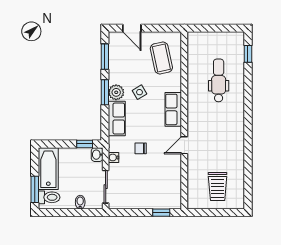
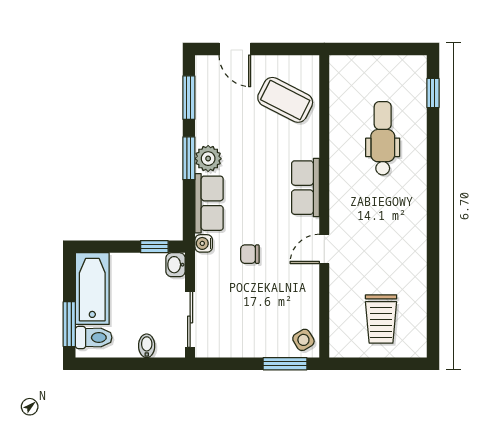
coffee table: (161, 58) -> (285, 100), turned -51
side table: (139, 92) -> (303, 340), moved
water cooler: (114, 157) -> (204, 243), moved
window: (161, 213) -> (285, 364), width x1.50

